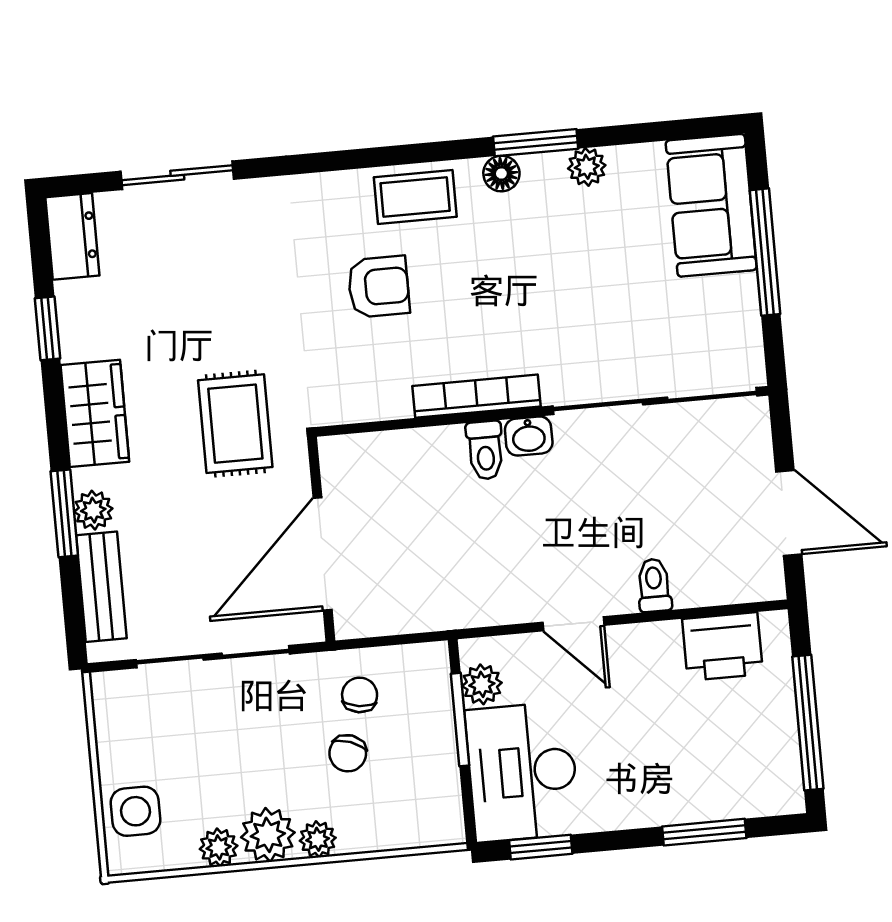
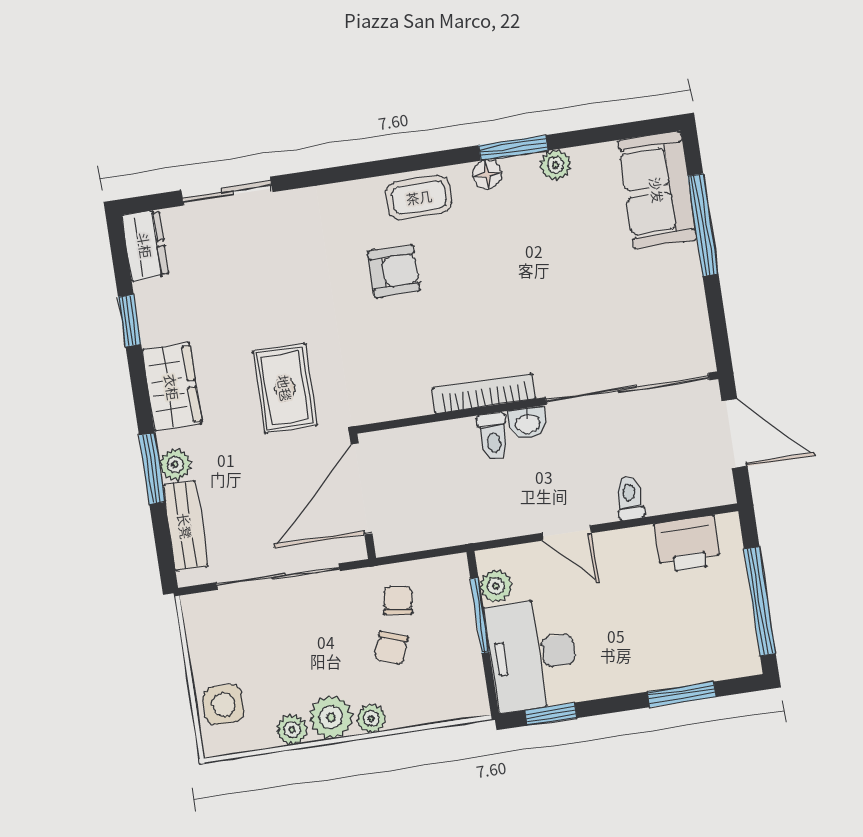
bookcase: (477, 396) -> (484, 393), moved
sliding door: (655, 401) -> (627, 389), moved
wall: (542, 411) -> (537, 402), moved
washbasin: (529, 436) -> (528, 423), moved
toilet: (485, 450) -> (493, 436), moved

